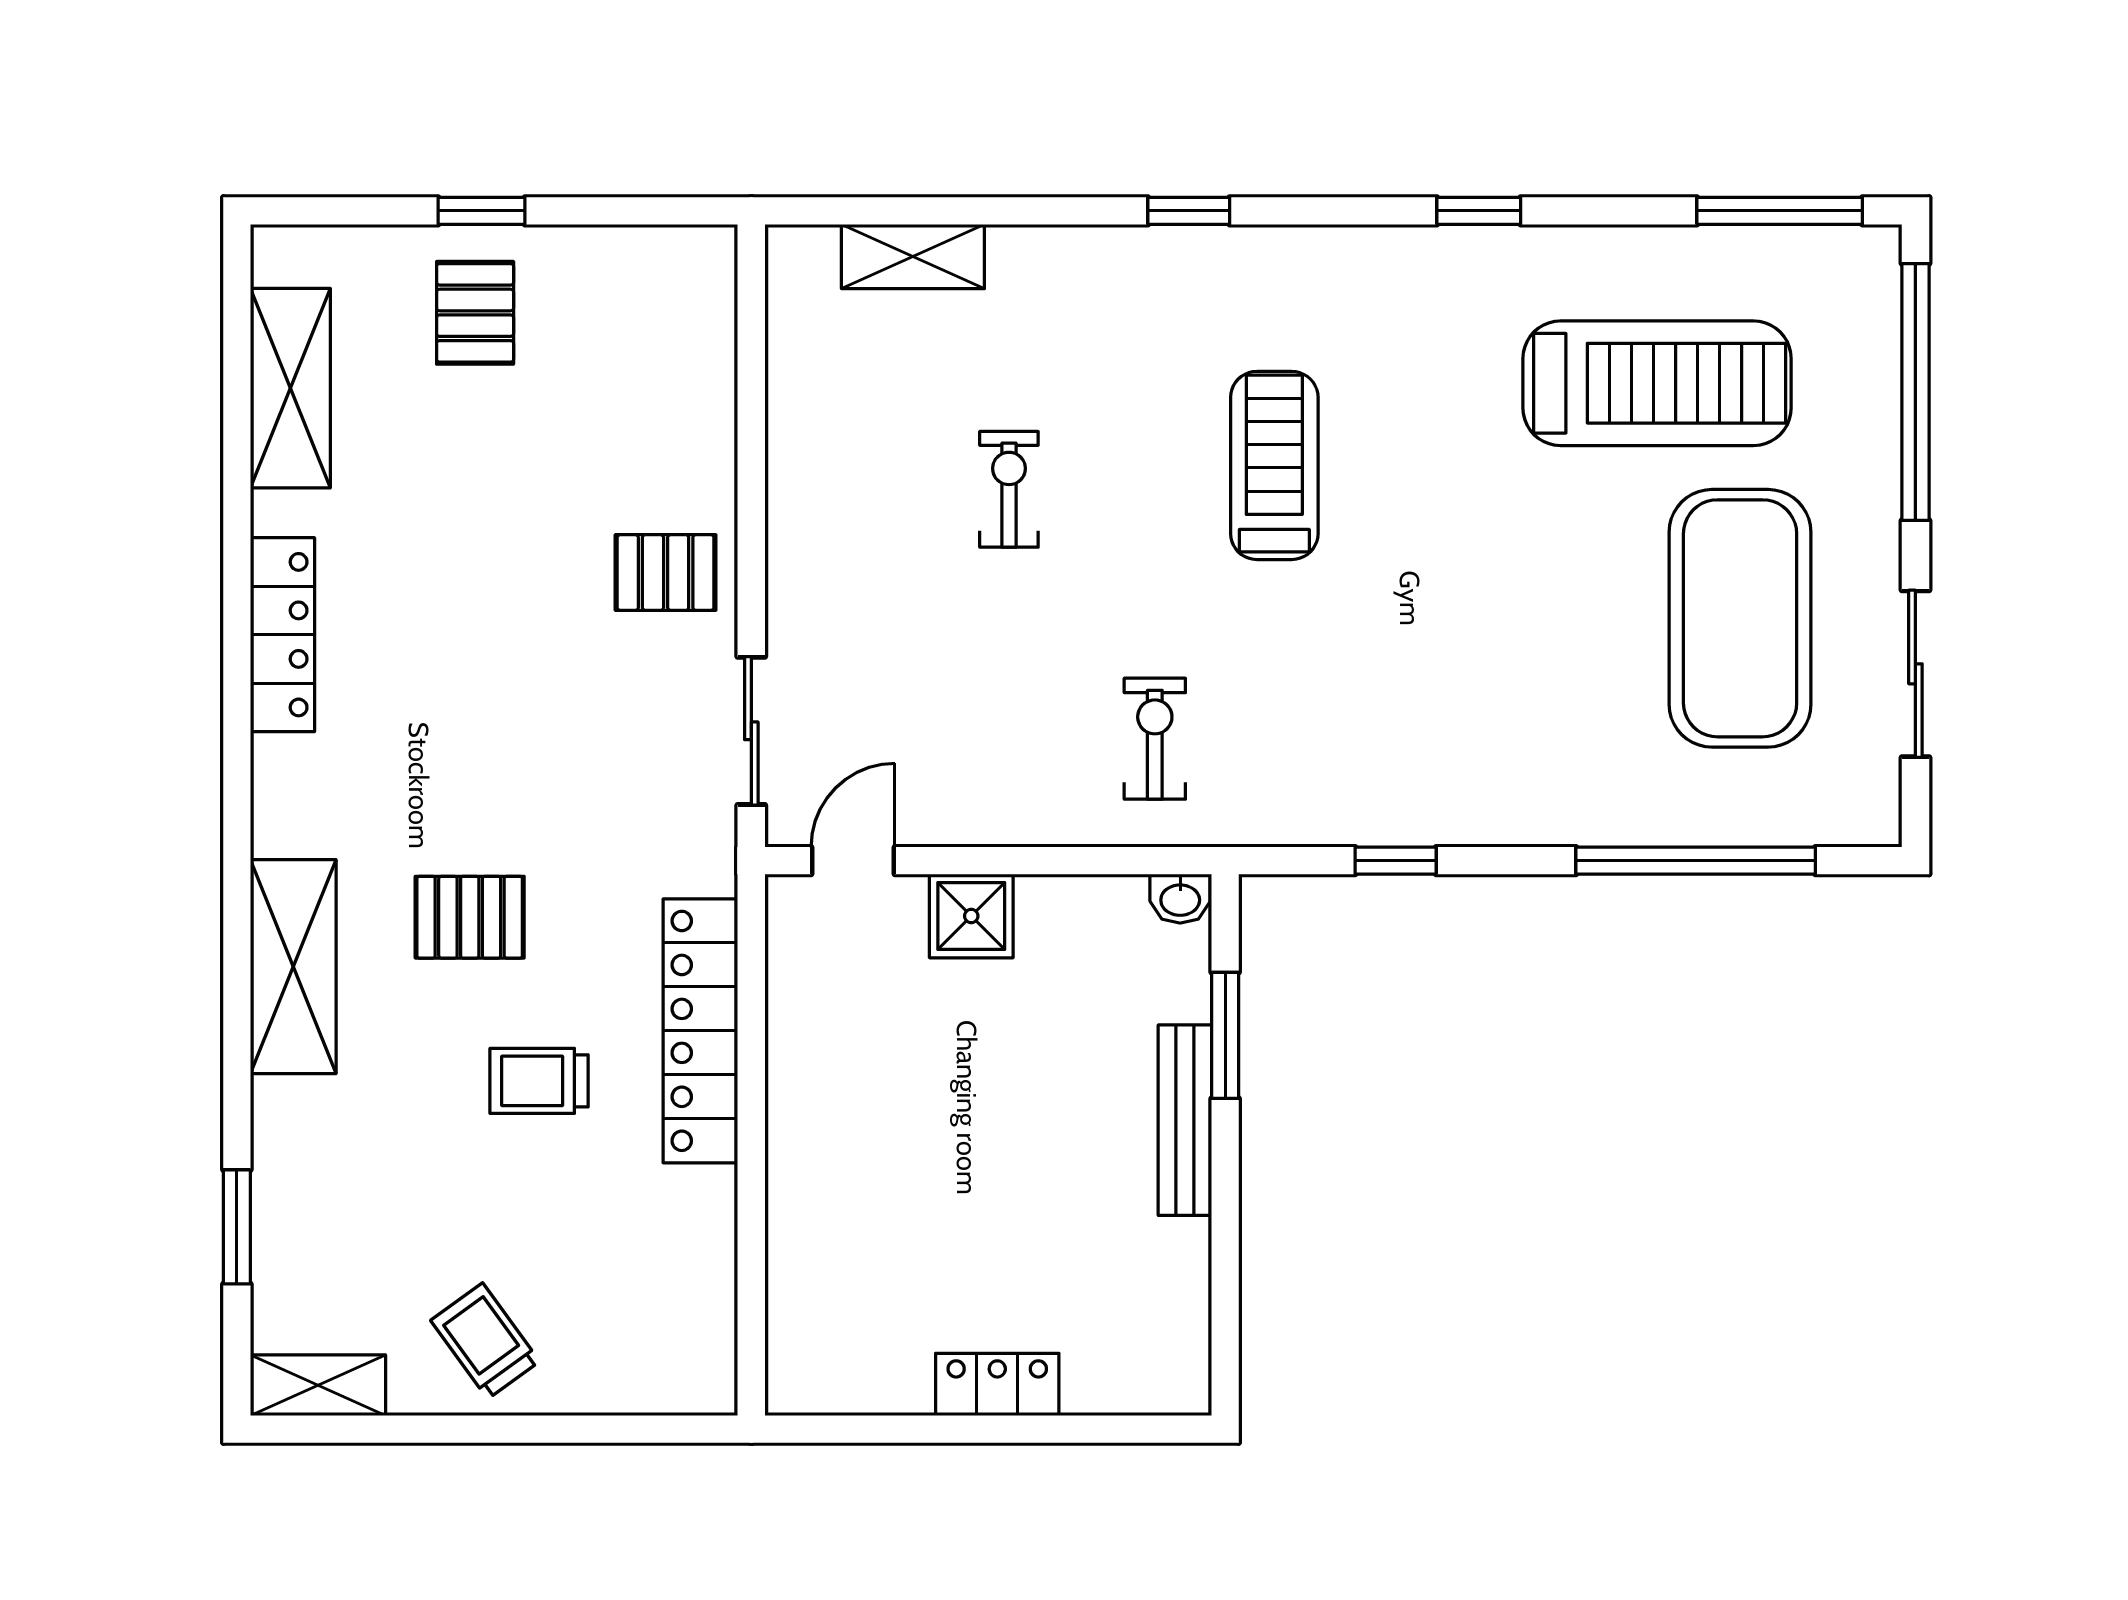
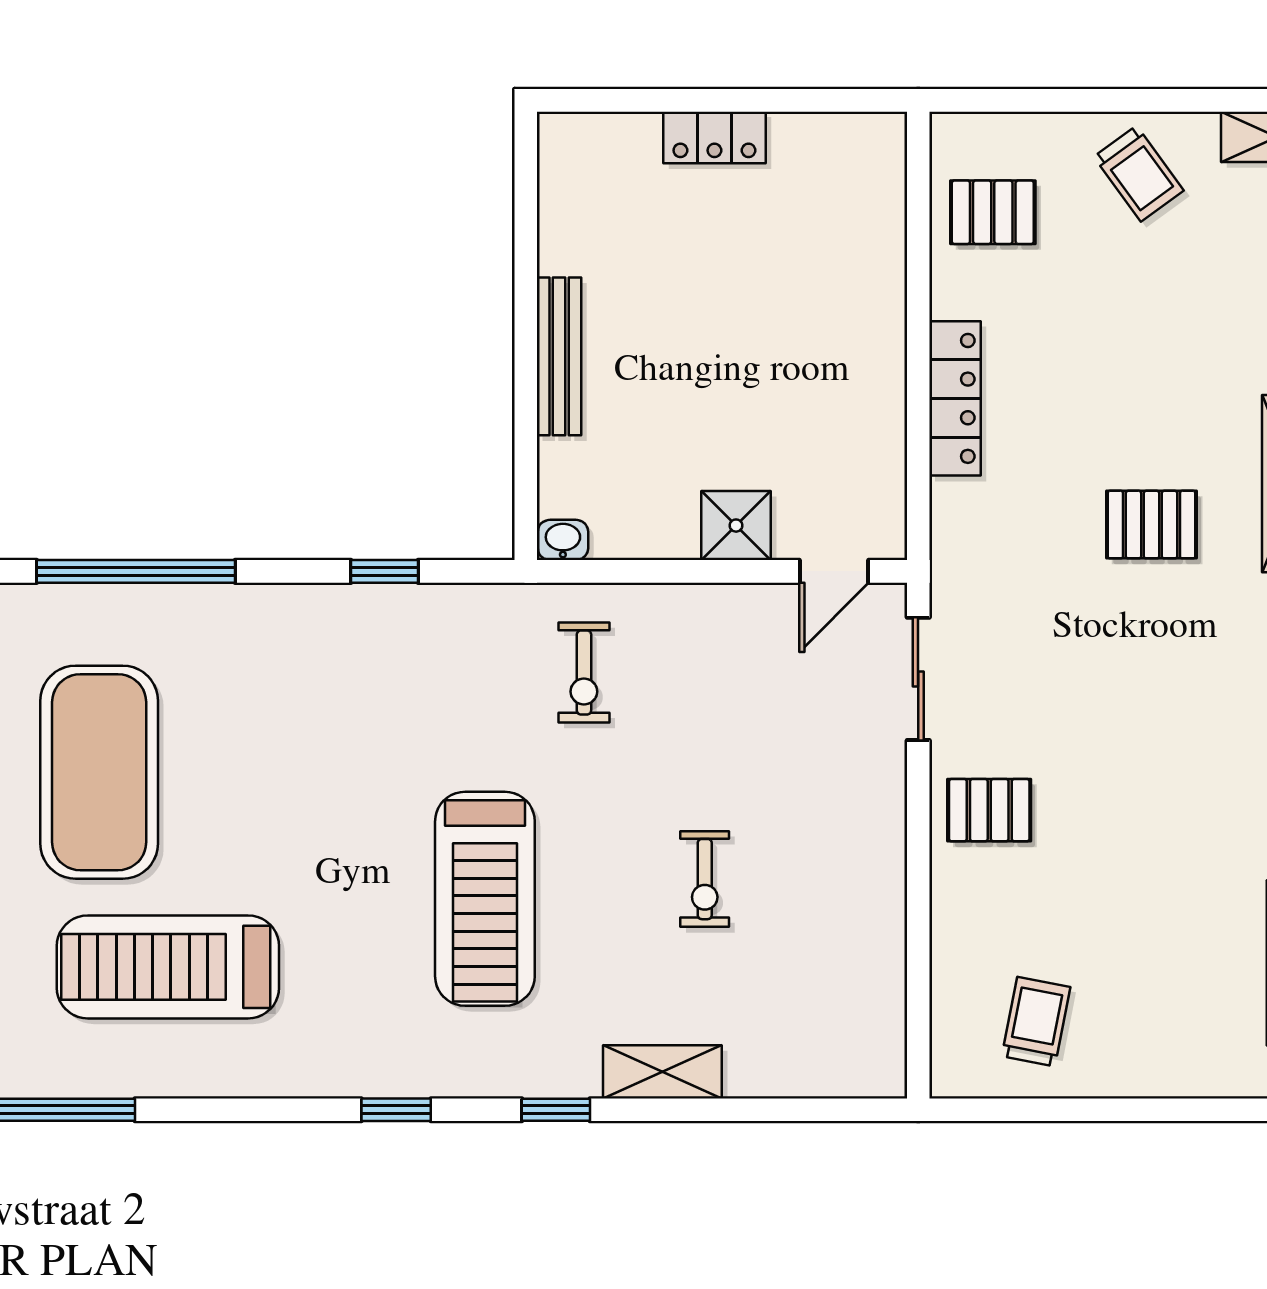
window: (482, 211) -> (1142, 1110), removed
window: (1479, 211) -> (396, 1110), moved
shelving: (913, 257) -> (662, 1072), moved
pallet: (475, 313) -> (993, 212), moved, turned 90
treadmill: (1274, 465) -> (485, 899), width x1.37, depth x1.38
locker: (700, 1031) -> (955, 398), width x0.71, depth x0.83
window: (1225, 1035) -> (526, 427), removed
trolley: (539, 1081) -> (1036, 1022), moved, turned -79

